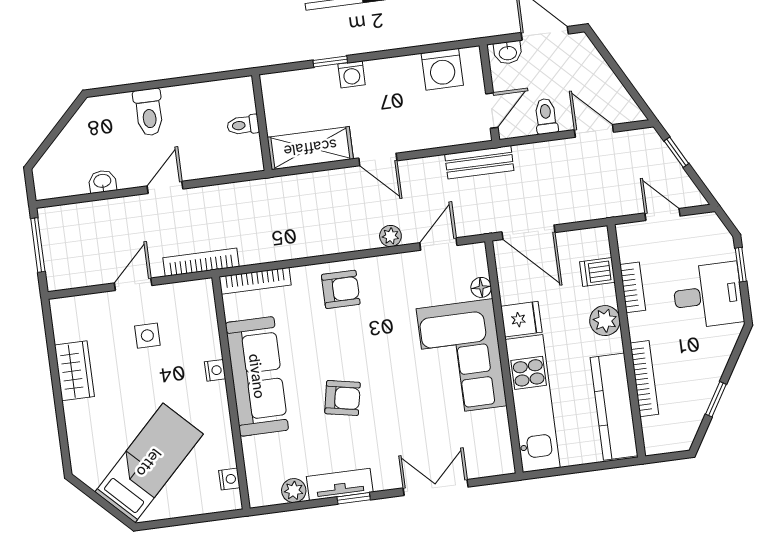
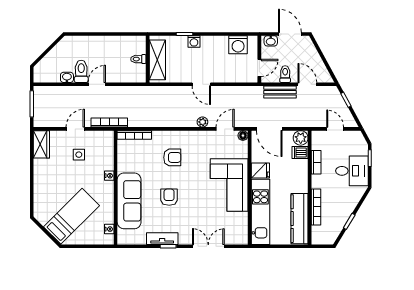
toilet: (149, 112) -> (81, 71), moved, turned 180
shelving: (310, 148) -> (157, 60), moved, turned 90
bench: (479, 162) -> (280, 92), moved
floor lamp: (481, 287) -> (243, 136), moved
armchair: (341, 289) -> (172, 157), moved
plant: (605, 321) -> (301, 138), moved
wardrobe: (74, 371) -> (41, 144), moved
sofa: (257, 376) -> (129, 201), moved
armchair: (343, 398) -> (169, 197), turned -101
plant: (294, 491) -> (140, 239), removed

